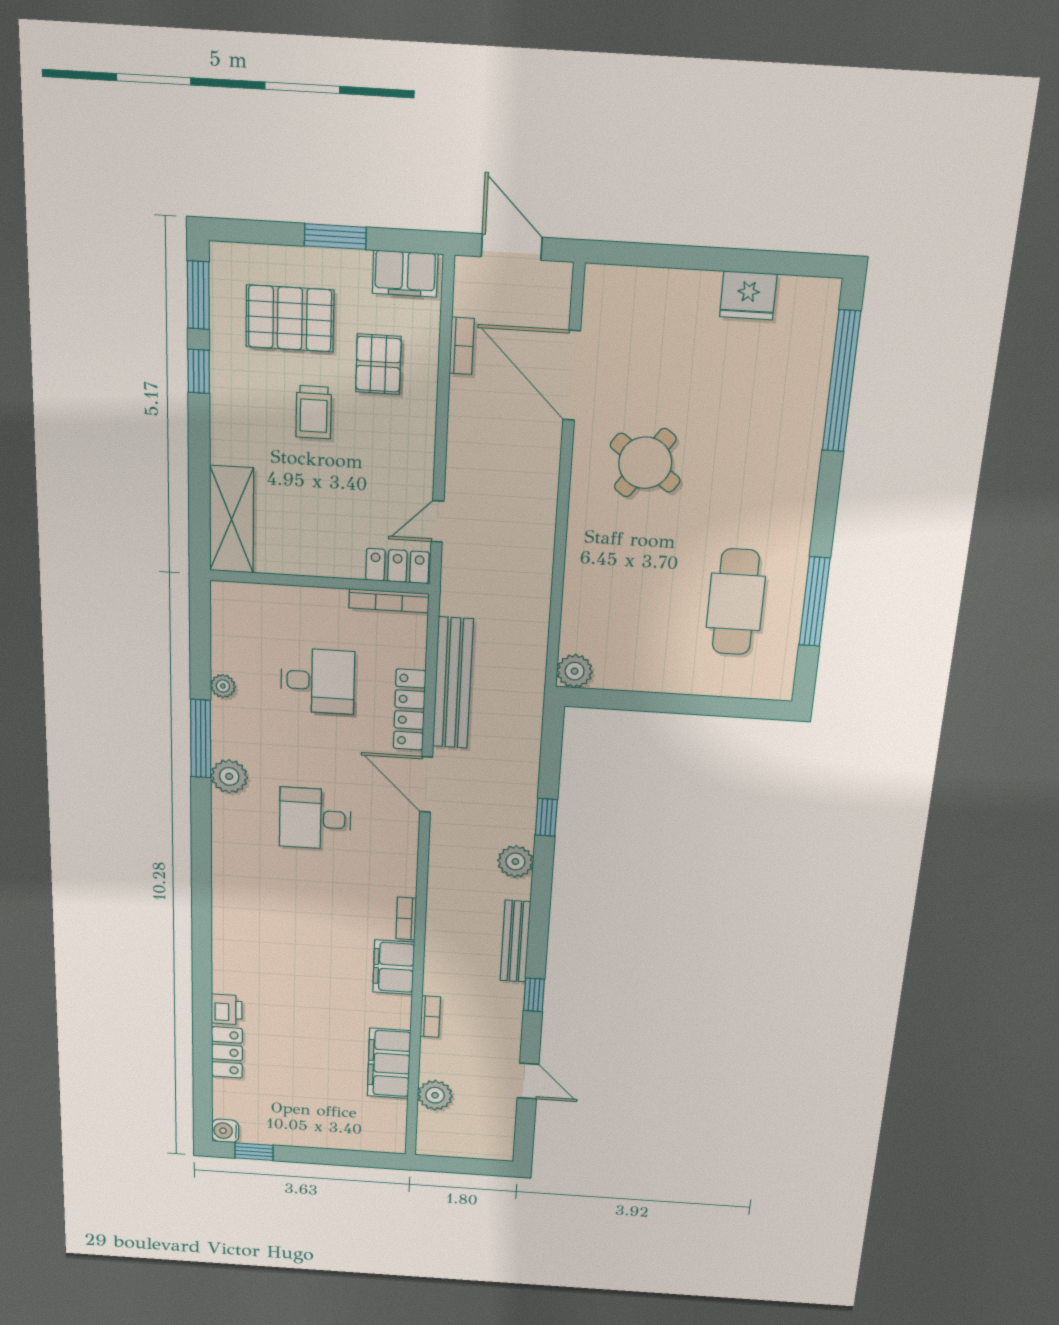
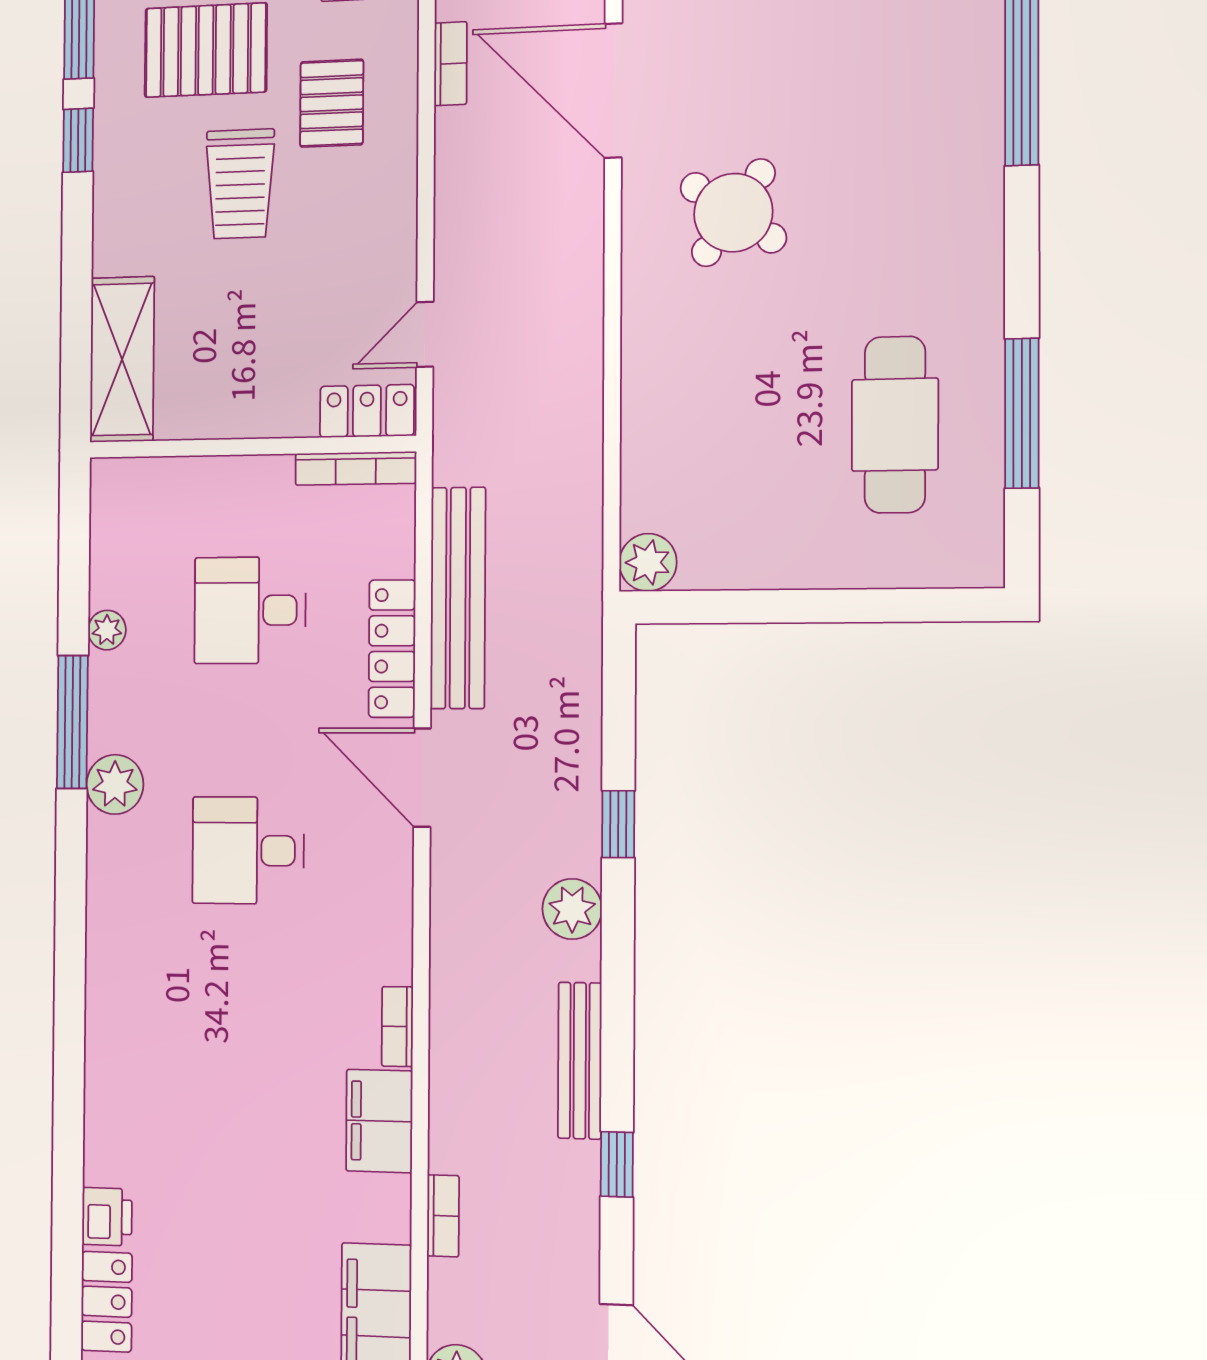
trolley: (314, 412) -> (240, 184), width x1.36, depth x1.39
desk: (318, 681) -> (250, 610), turned 180

